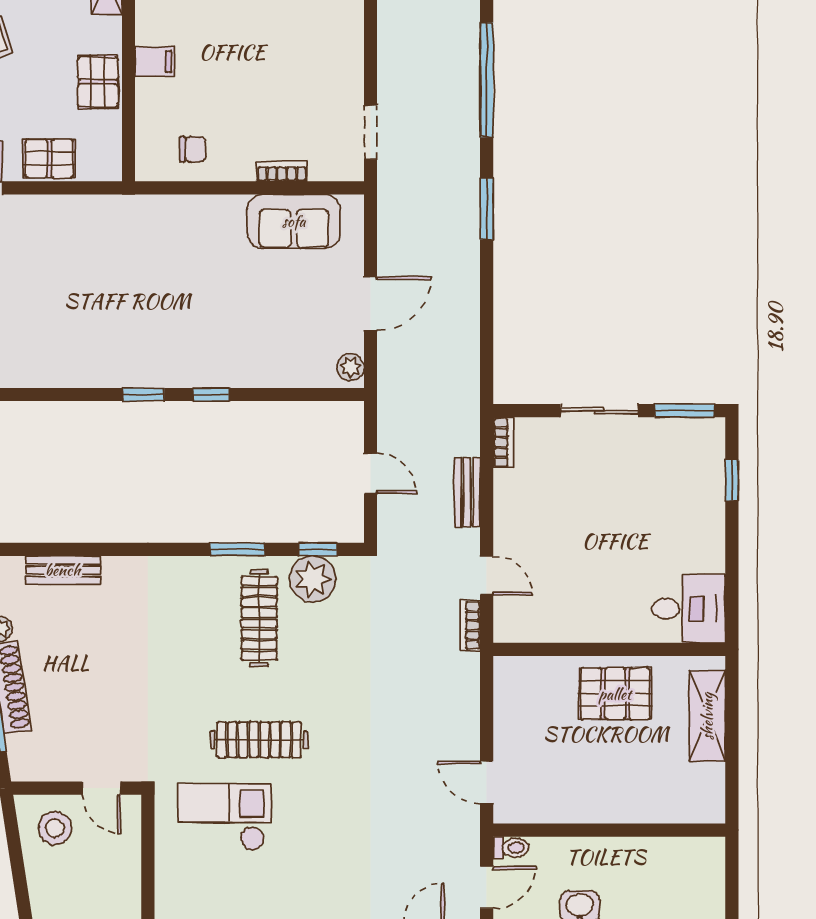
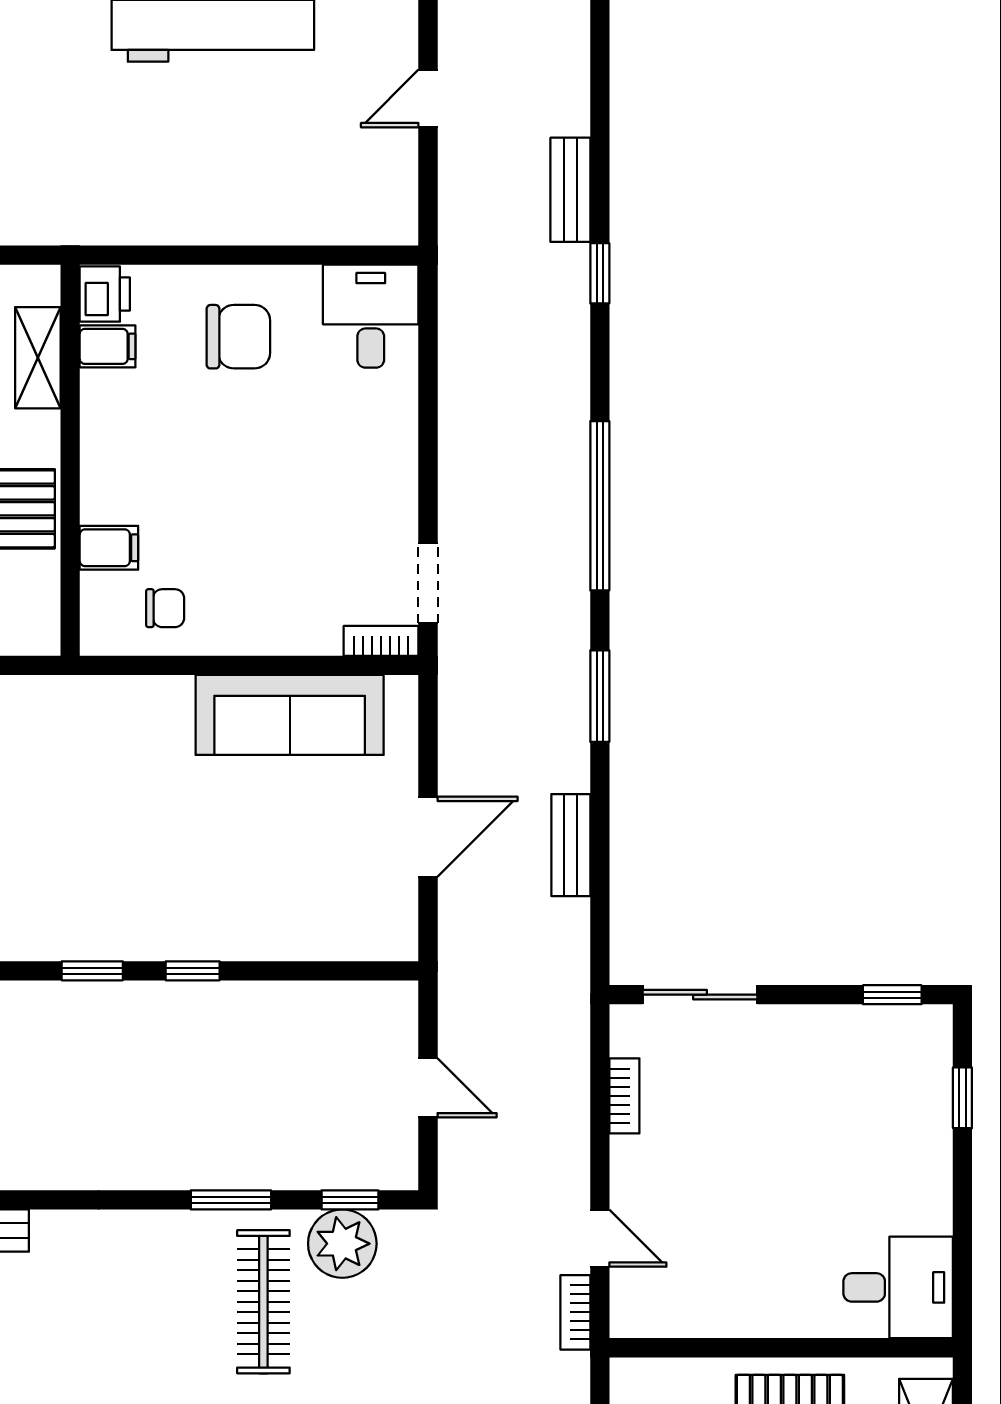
filing cabinet: (155, 62) -> (109, 548), moved
bookcase: (282, 171) -> (381, 641), moved
sofa: (294, 221) -> (290, 715), width x1.36
plant: (350, 367) -> (398, 930), removed
sliding door: (599, 411) -> (700, 995), moved
window: (684, 411) -> (892, 995), width x0.67
bookcase: (503, 442) -> (624, 1096), moved
bench: (467, 492) -> (571, 845), moved

